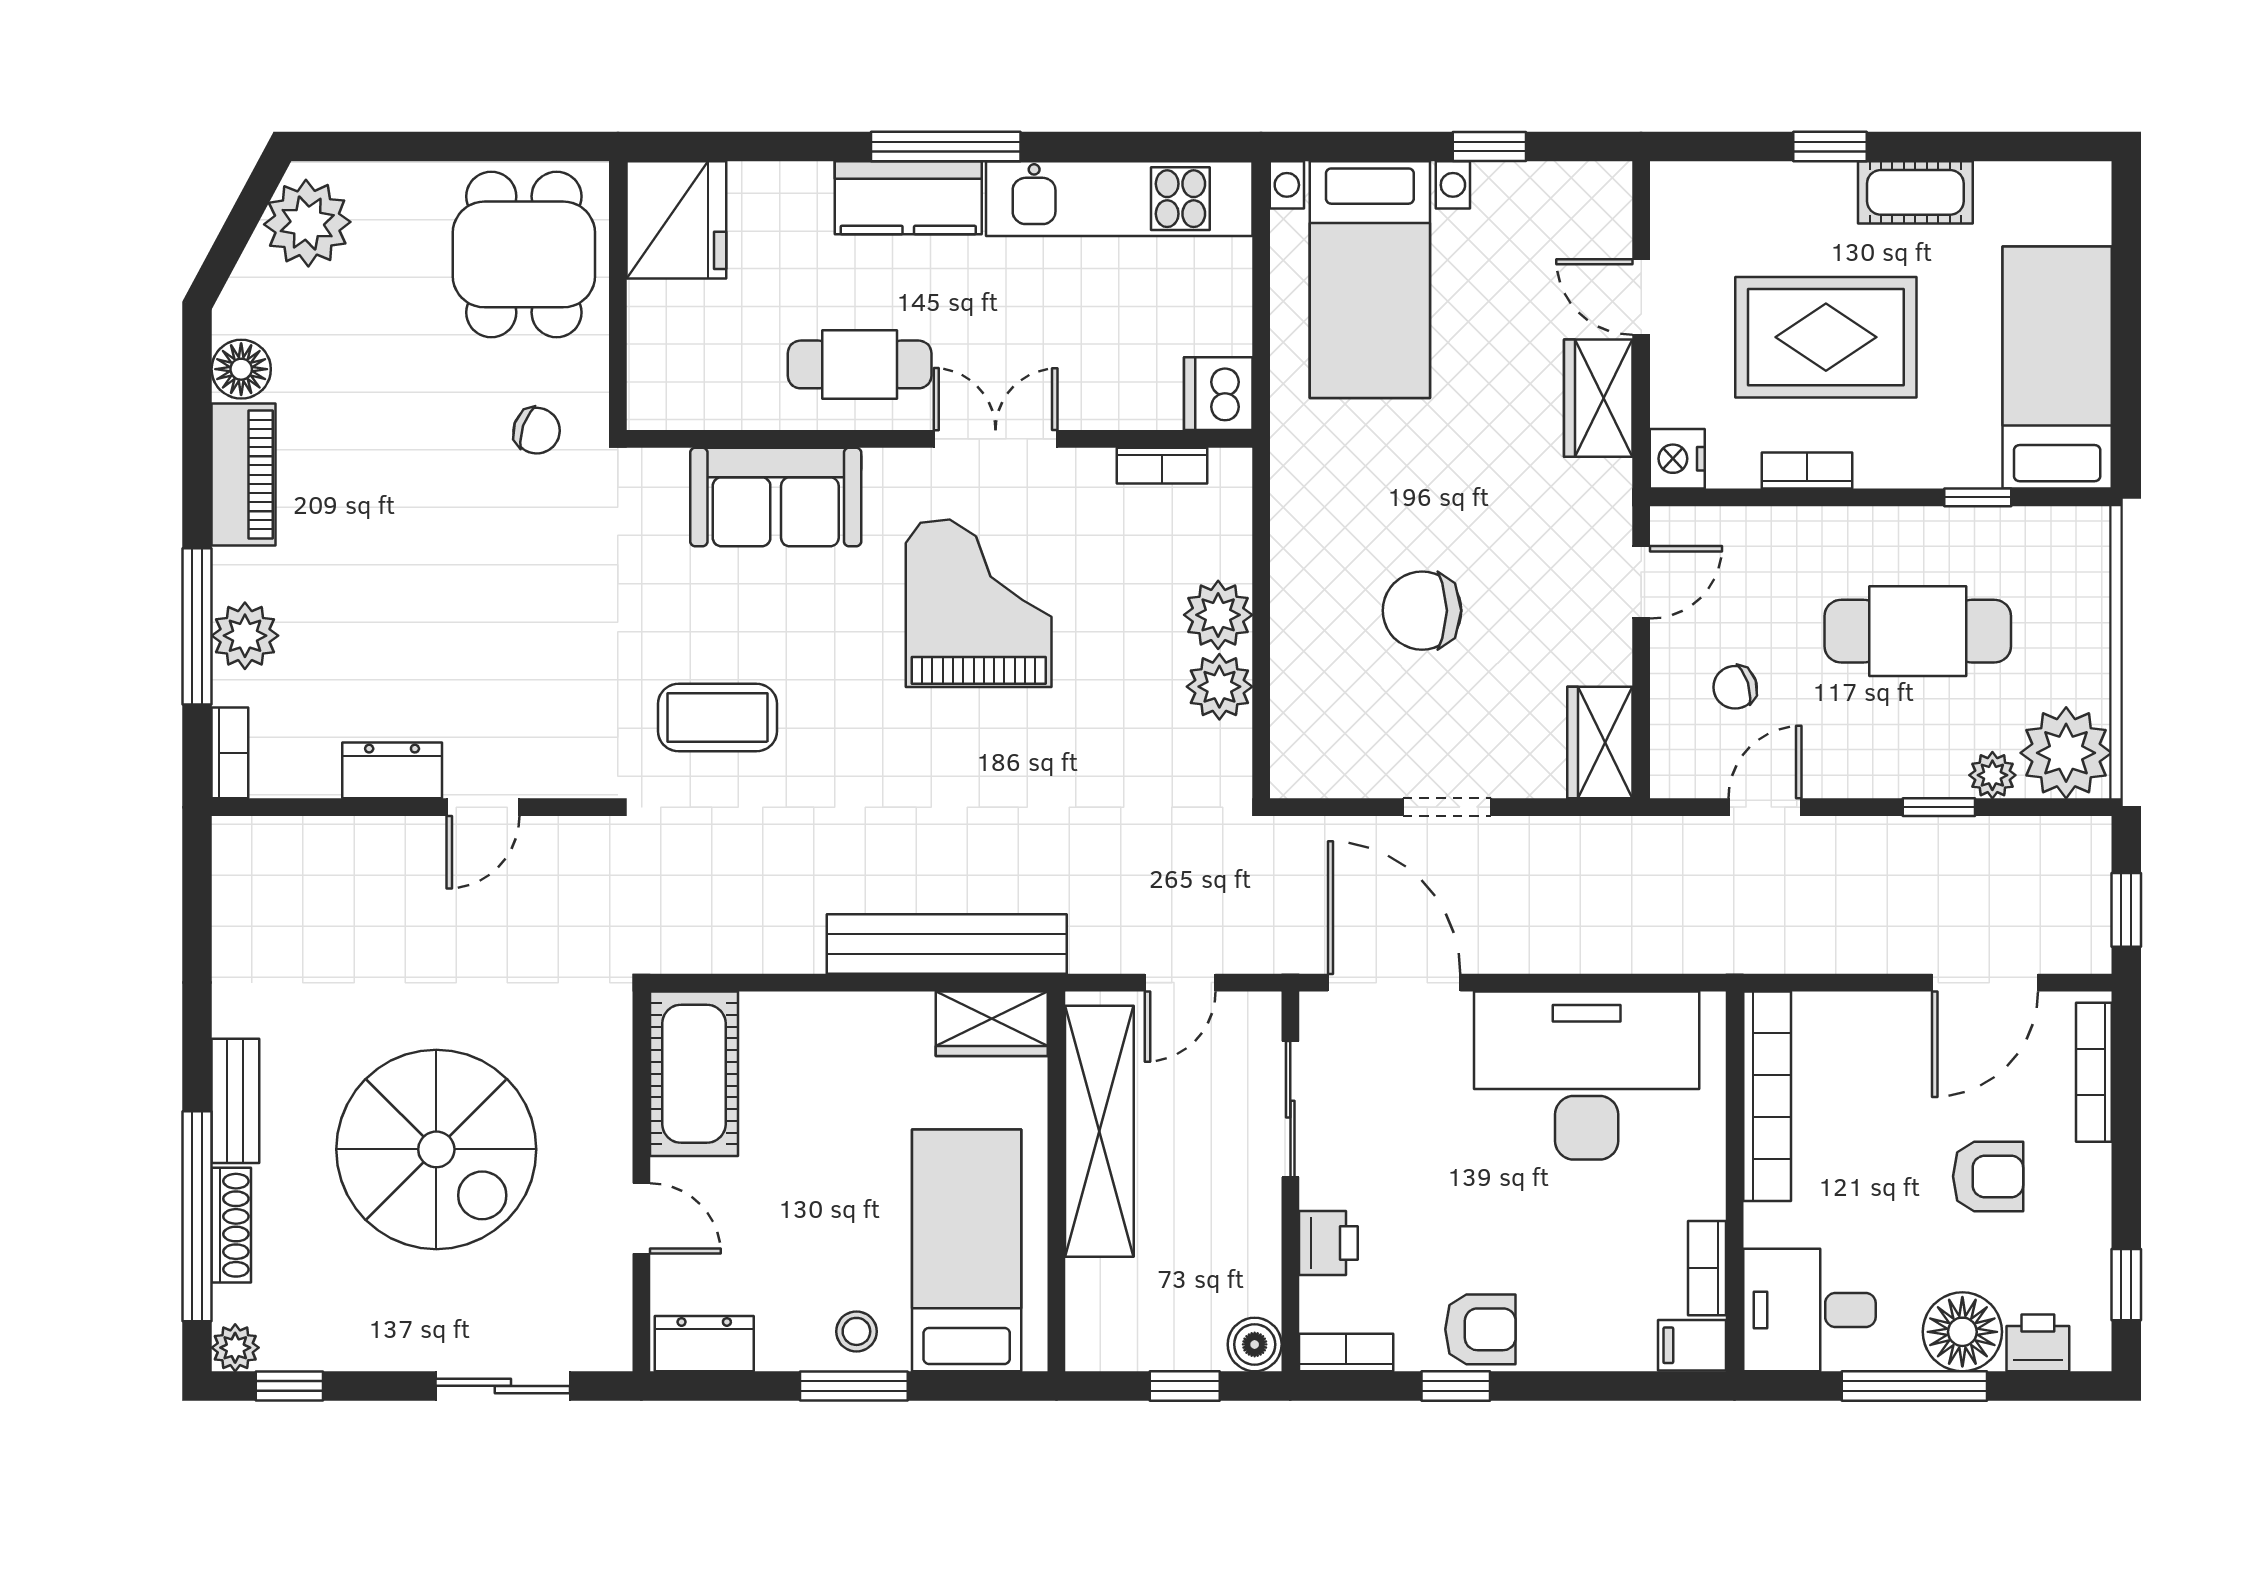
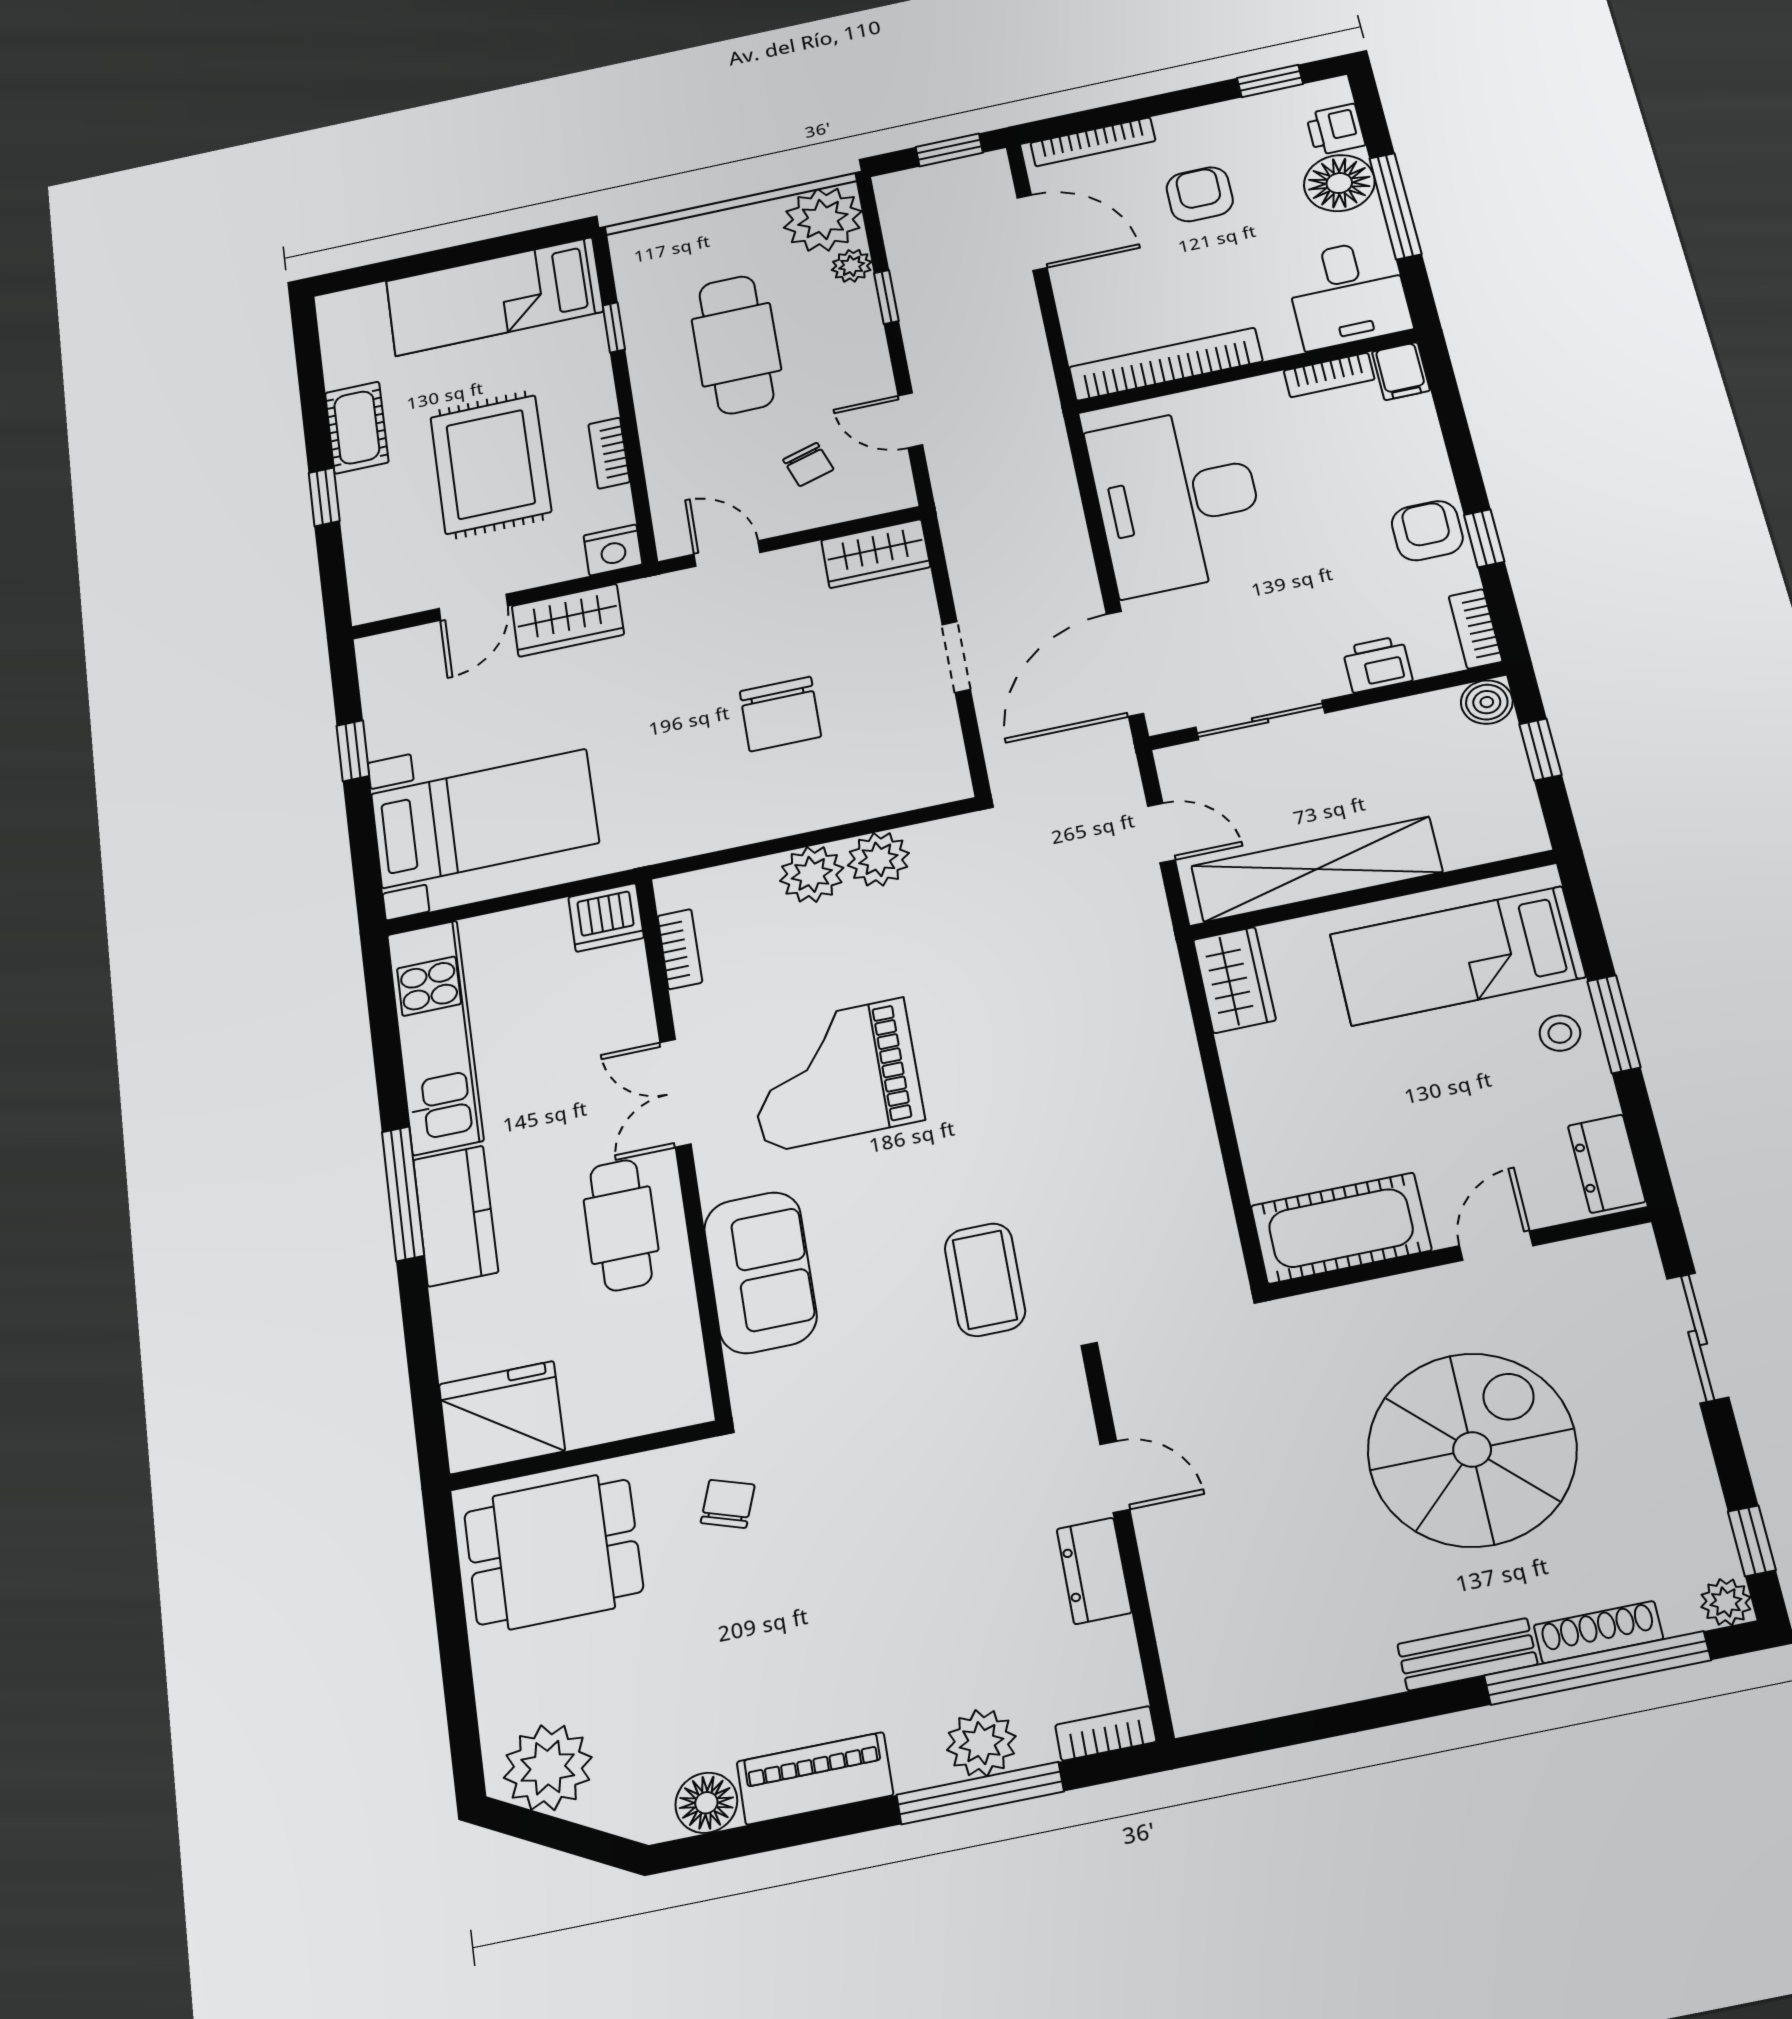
bench: (947, 944) -> (1166, 1034), removed

